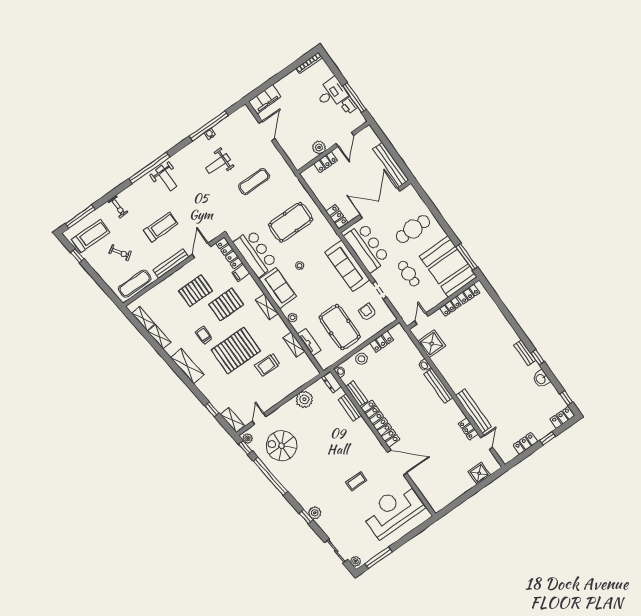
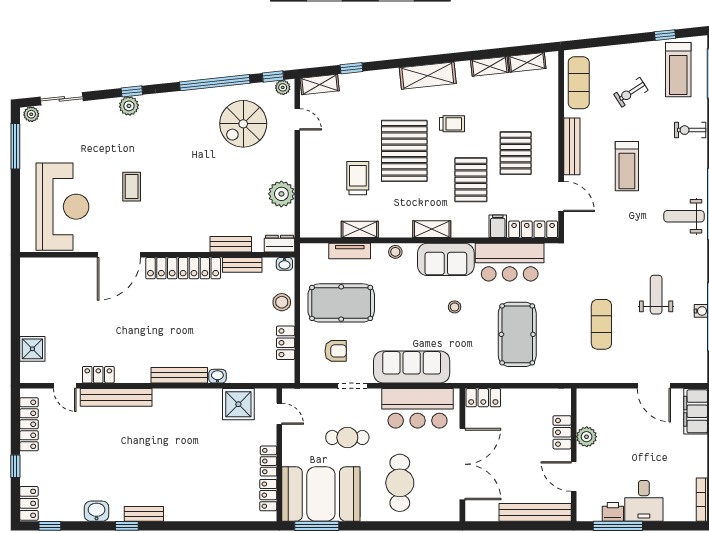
bench: (391, 164) -> (535, 512), moved
locker: (525, 443) -> (29, 424), width x1.53
spiral stairs: (282, 446) -> (243, 124), turned 180

